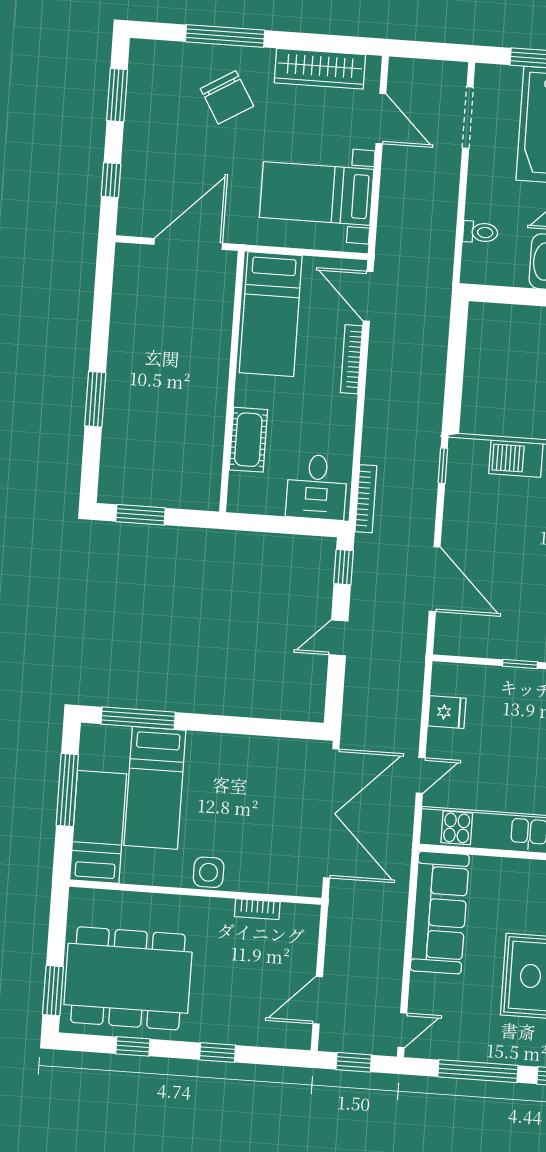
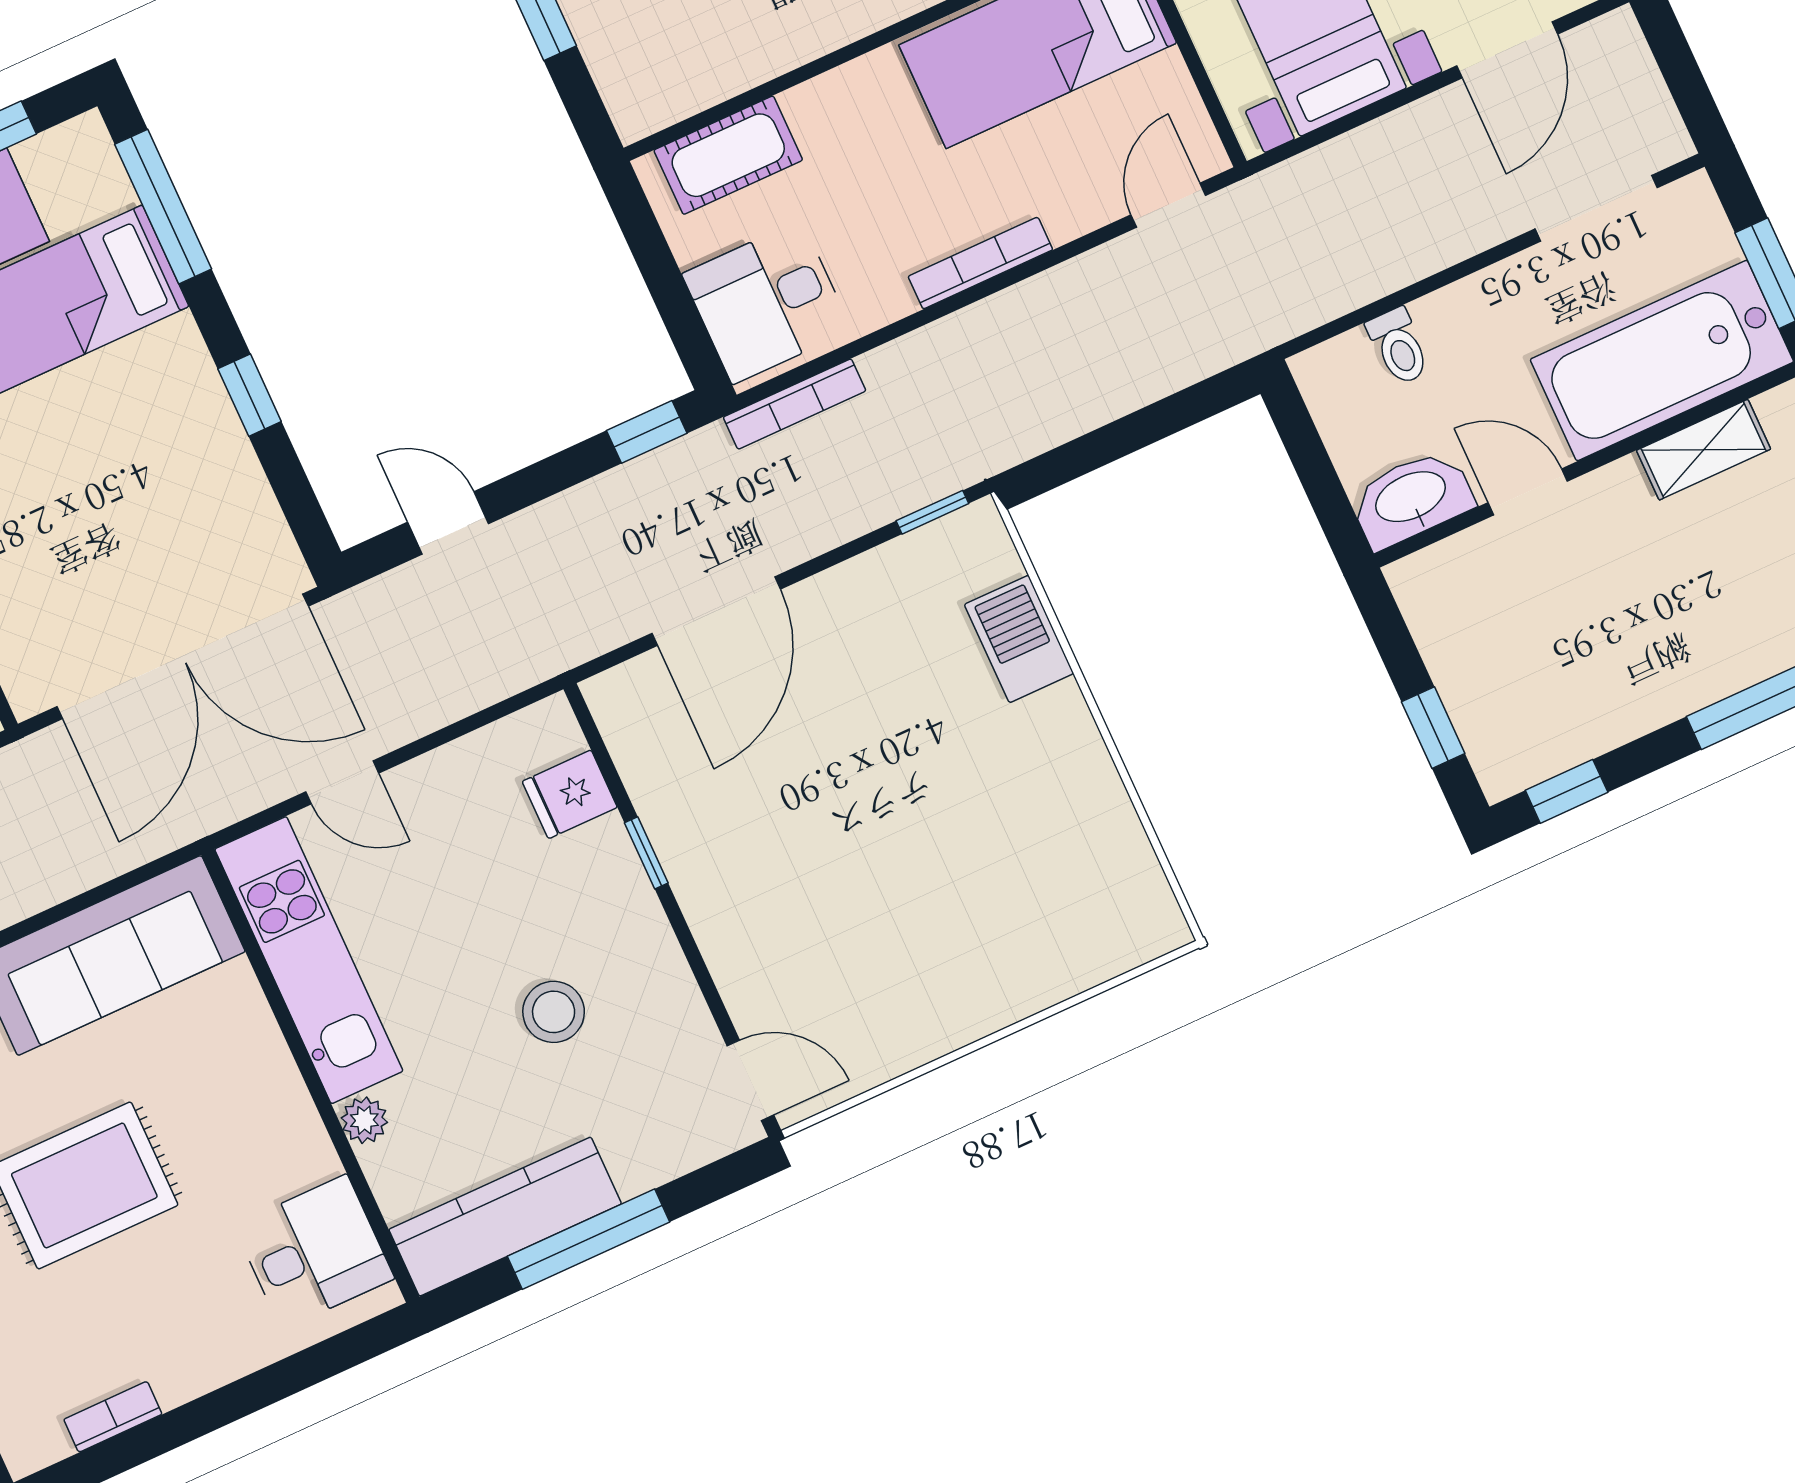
door: (368, 296) -> (1168, 205), width x0.73
bookcase: (351, 359) -> (980, 263), moved
cot: (248, 440) -> (728, 155), moved
door: (339, 638) -> (448, 523), moved
fridge: (447, 712) -> (570, 794), moved, turned 90
window: (237, 725) -> (250, 395), added

